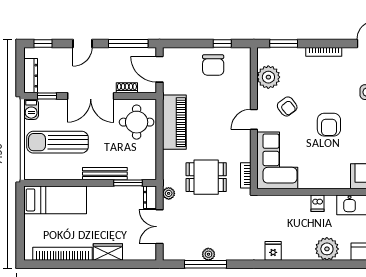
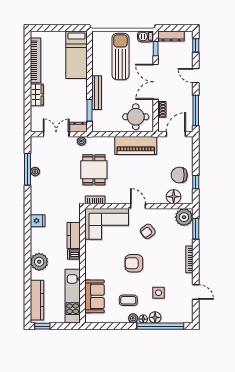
floor lamp: (241, 72) -> (174, 197), added
plant: (268, 77) -> (184, 217), moved
kitchen counter: (292, 204) -> (74, 235), added

